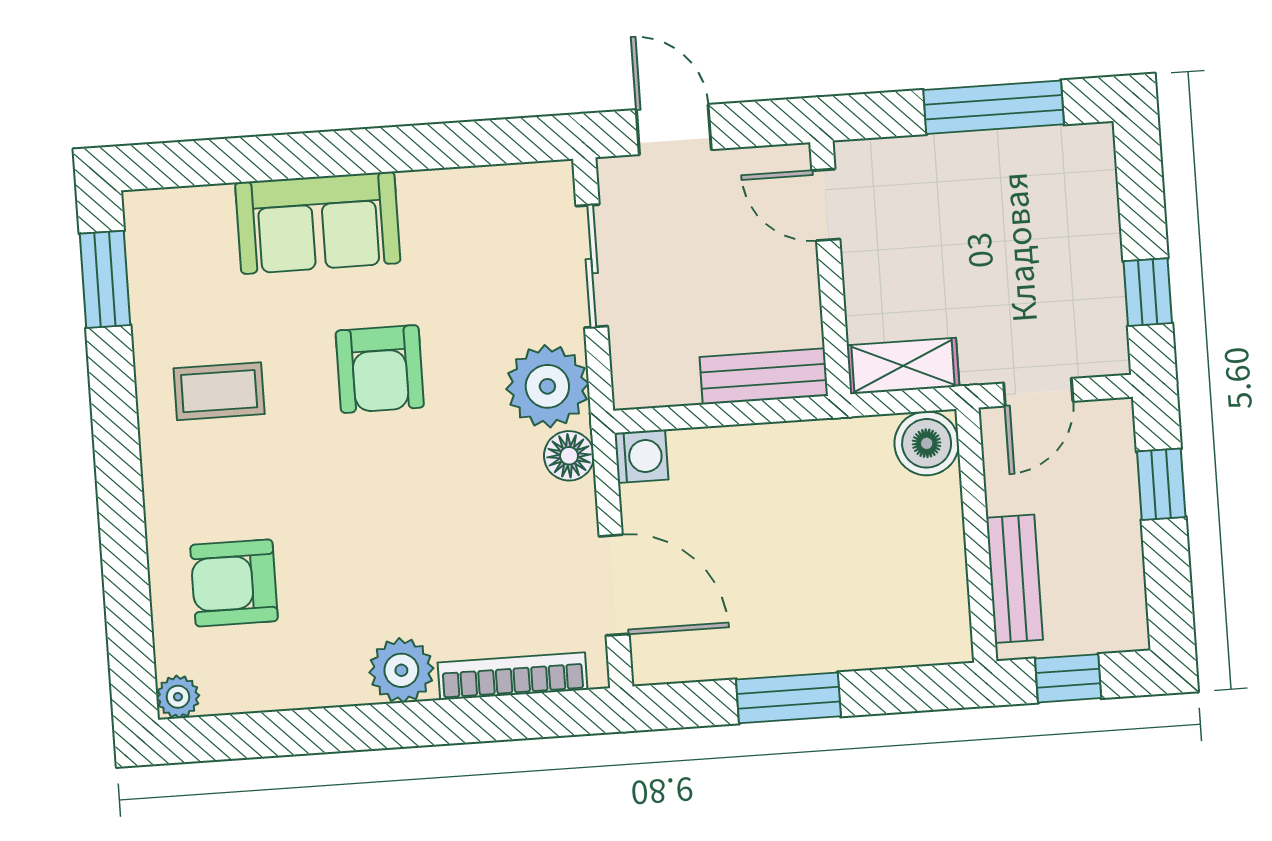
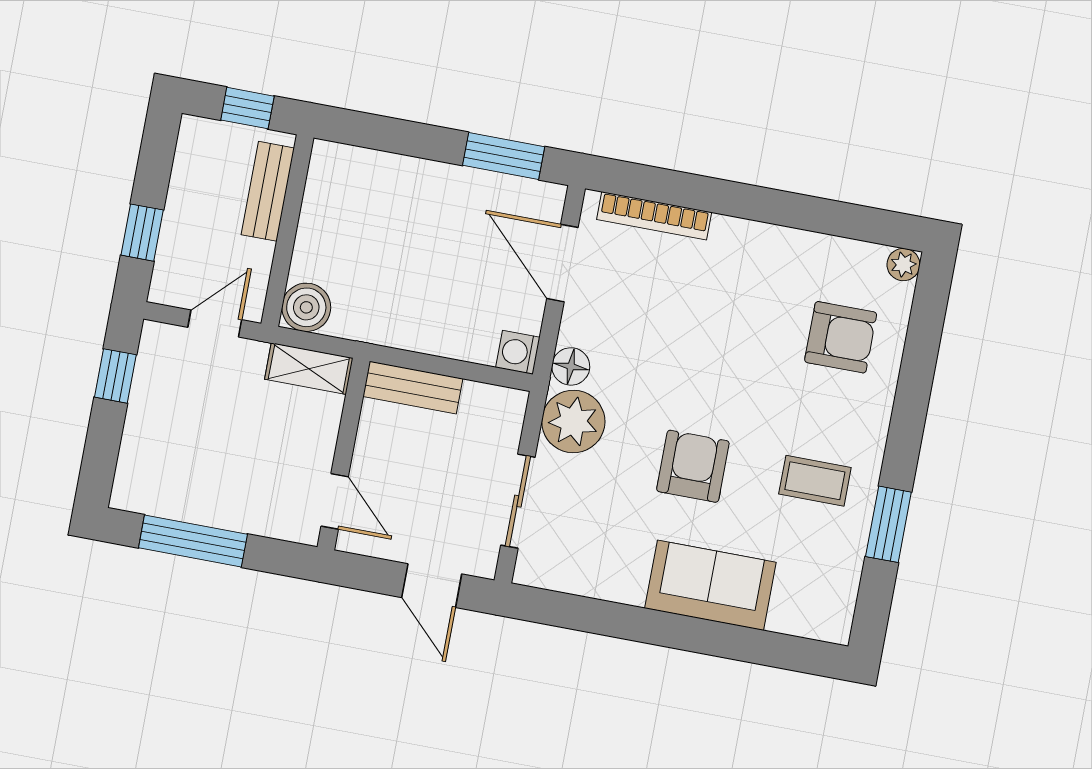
window: (105, 279) -> (888, 524), moved
plant: (401, 670) -> (735, 241), removed
window: (788, 698) -> (504, 156), moved

